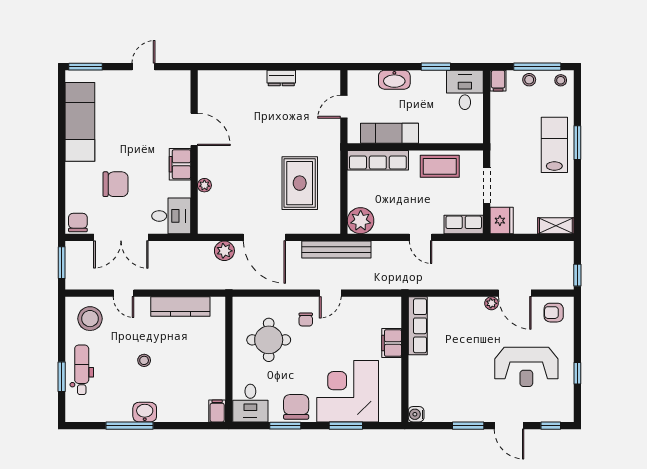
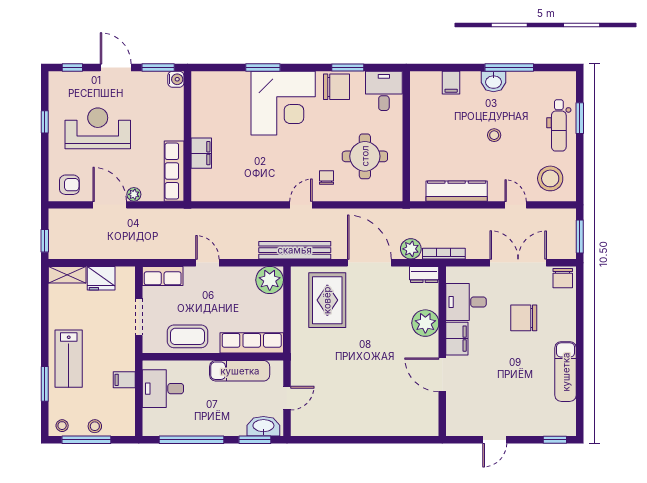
window: (85, 67) -> (555, 440), width x0.67
window: (375, 67) -> (255, 440), added
window: (436, 67) -> (192, 440), width x2.11
dresser: (281, 78) -> (424, 275), moved, turned 180
washbasin: (394, 80) -> (263, 426), moved
filing cabinet: (498, 81) -> (124, 380), moved, turned -90
desk: (465, 90) -> (163, 389), moved, turned 90
exam couch: (80, 122) -> (566, 372), width x0.73, depth x0.69
window: (577, 143) -> (45, 384), moved
rug: (300, 183) -> (327, 300), moved
plant: (204, 185) -> (425, 323), width x1.87, depth x1.87
desk: (171, 216) -> (466, 302), moved
fridge: (502, 221) -> (101, 278), moved, turned -90
bookcase: (193, 246) -> (444, 254), added
window: (577, 275) -> (45, 241), moved
row of seats: (418, 326) -> (174, 171), moved
filing cabinet: (392, 343) -> (201, 153), moved
wall: (405, 359) -> (188, 136), moved
chair: (296, 407) -> (336, 87), turned -90
filing cabinet: (217, 411) -> (451, 83), moved
water cooler: (416, 414) -> (176, 79), moved
window: (346, 426) -> (263, 68), moved

